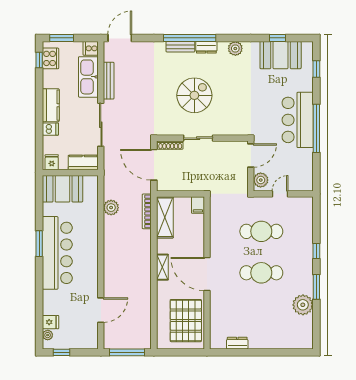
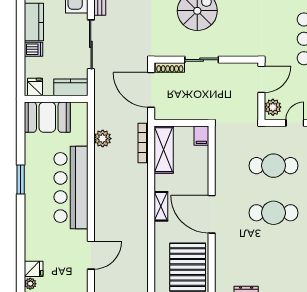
bar counter: (57, 253) -> (71, 187), moved, turned 180

